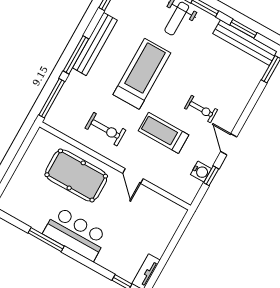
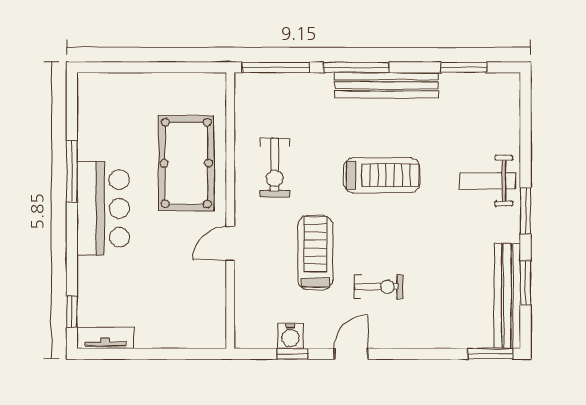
treadmill: (142, 74) -> (382, 175), width x0.73, depth x0.73
exercise bike: (201, 109) -> (379, 287), turned -90

